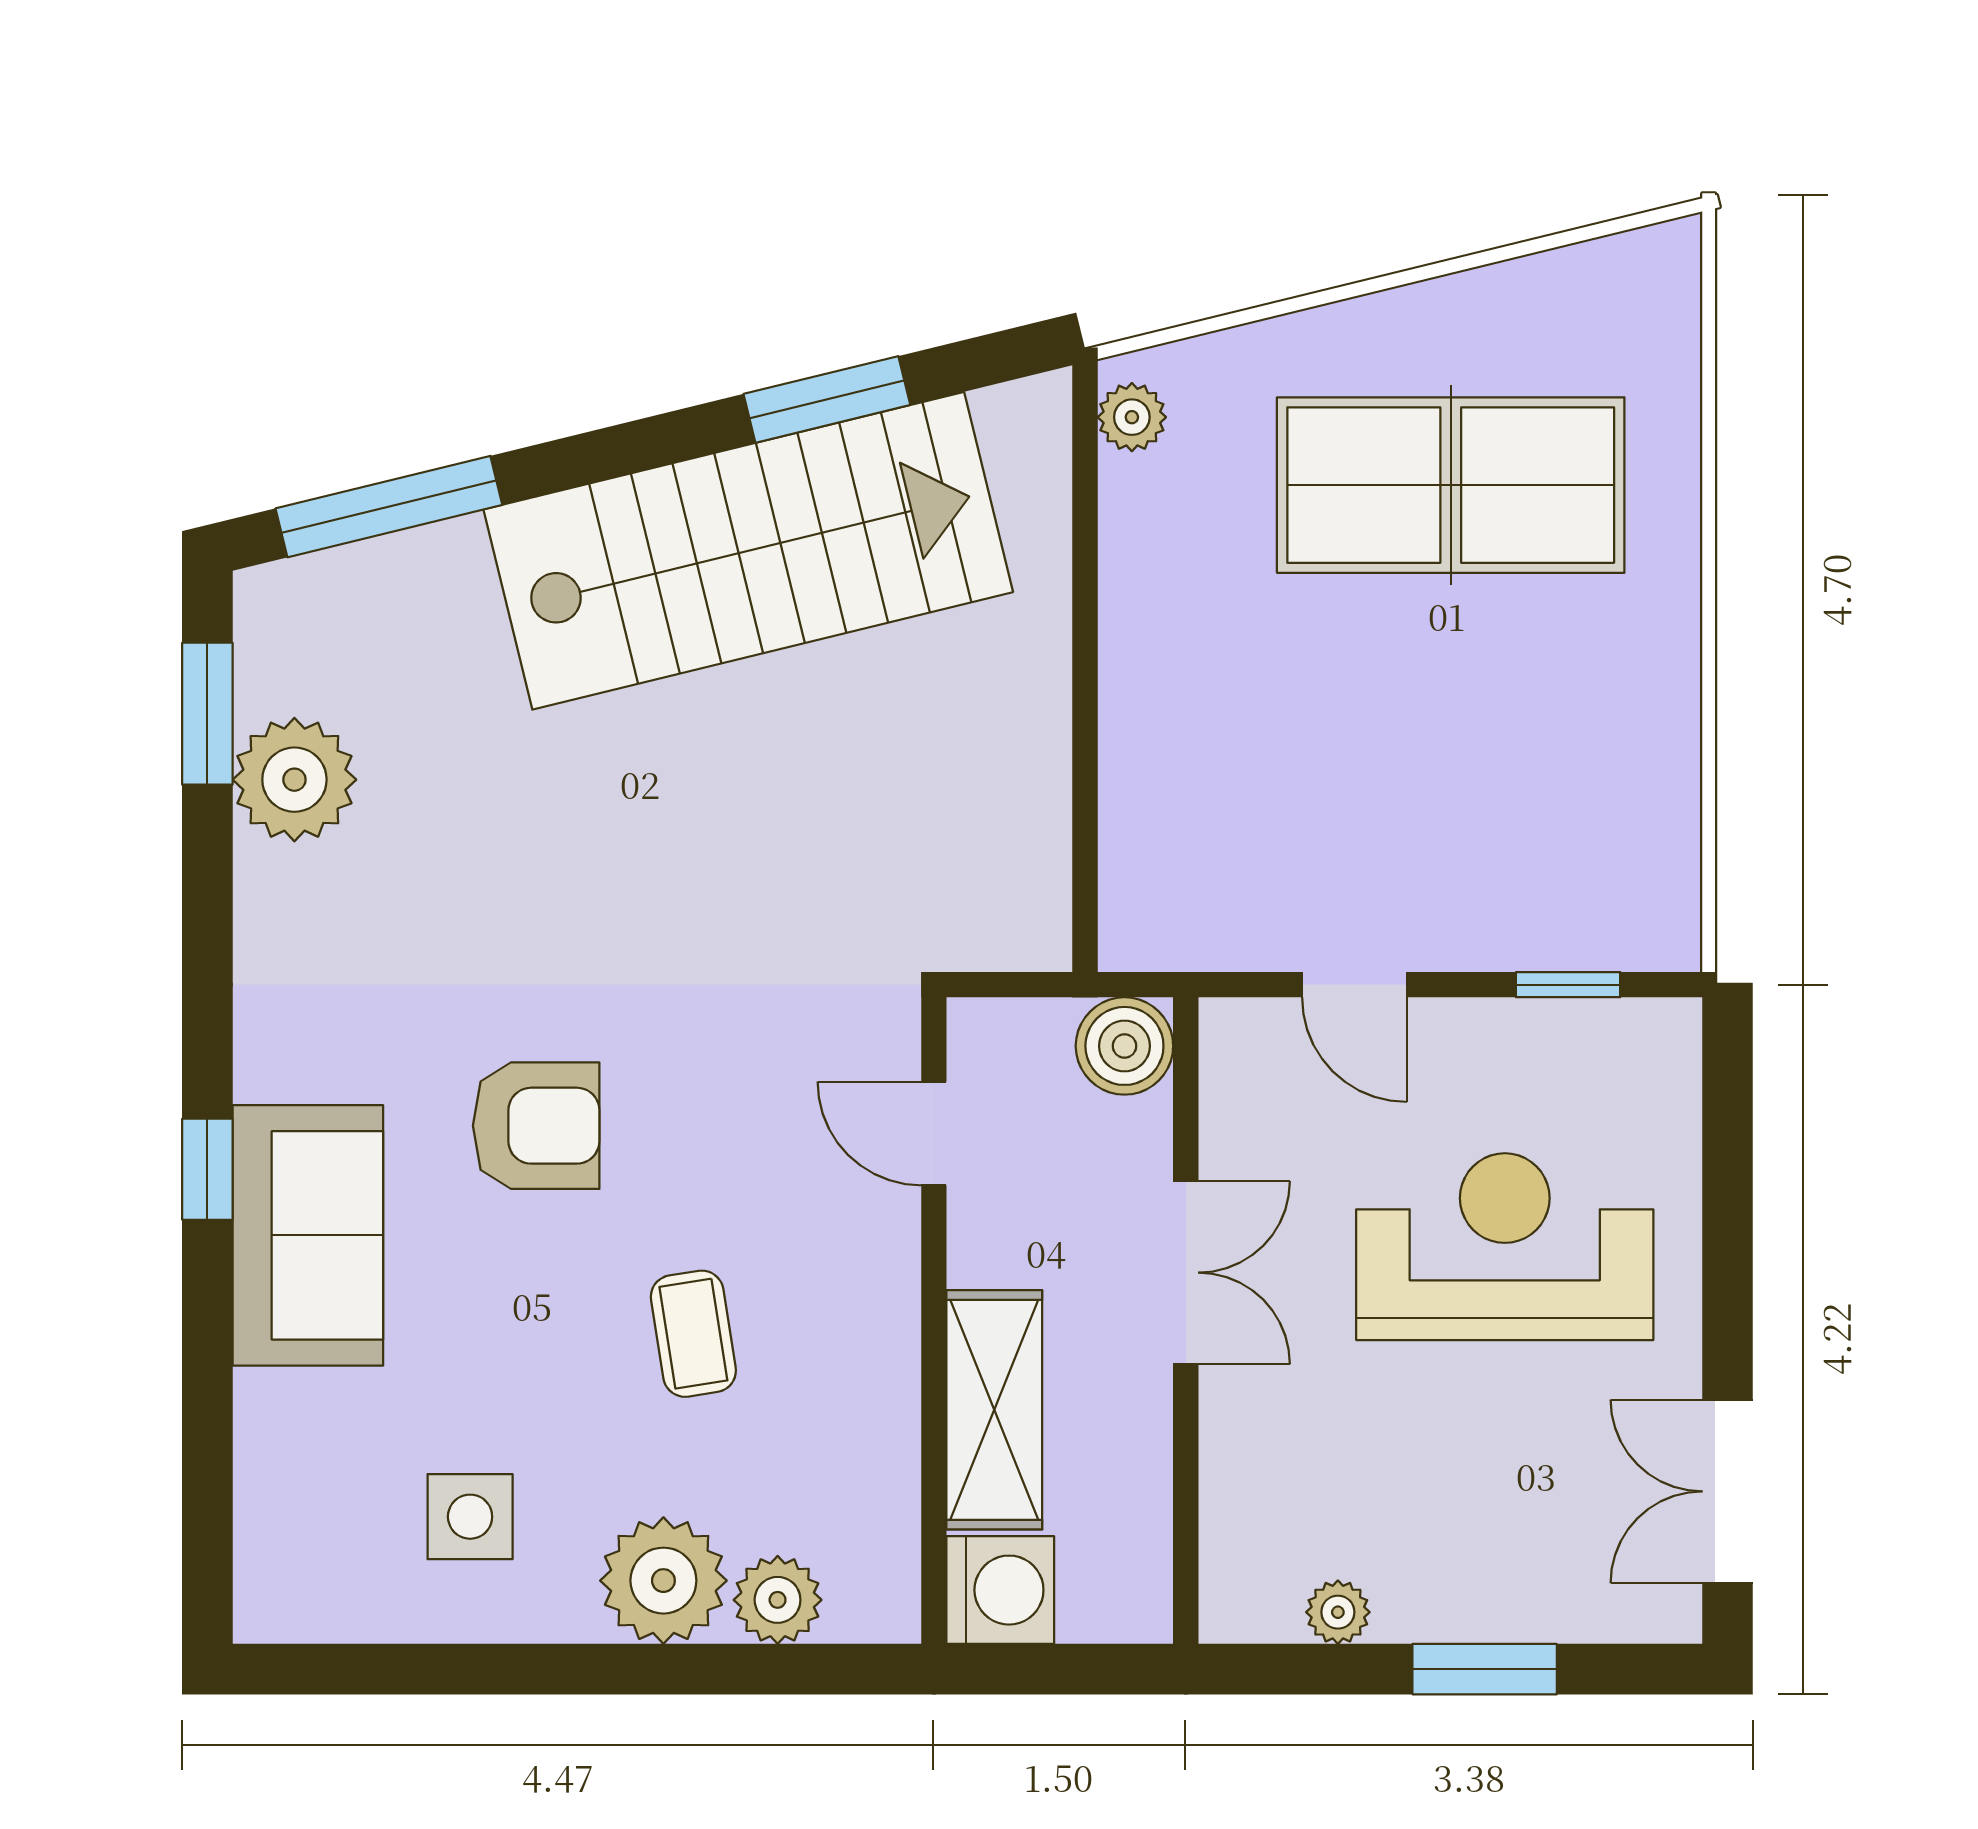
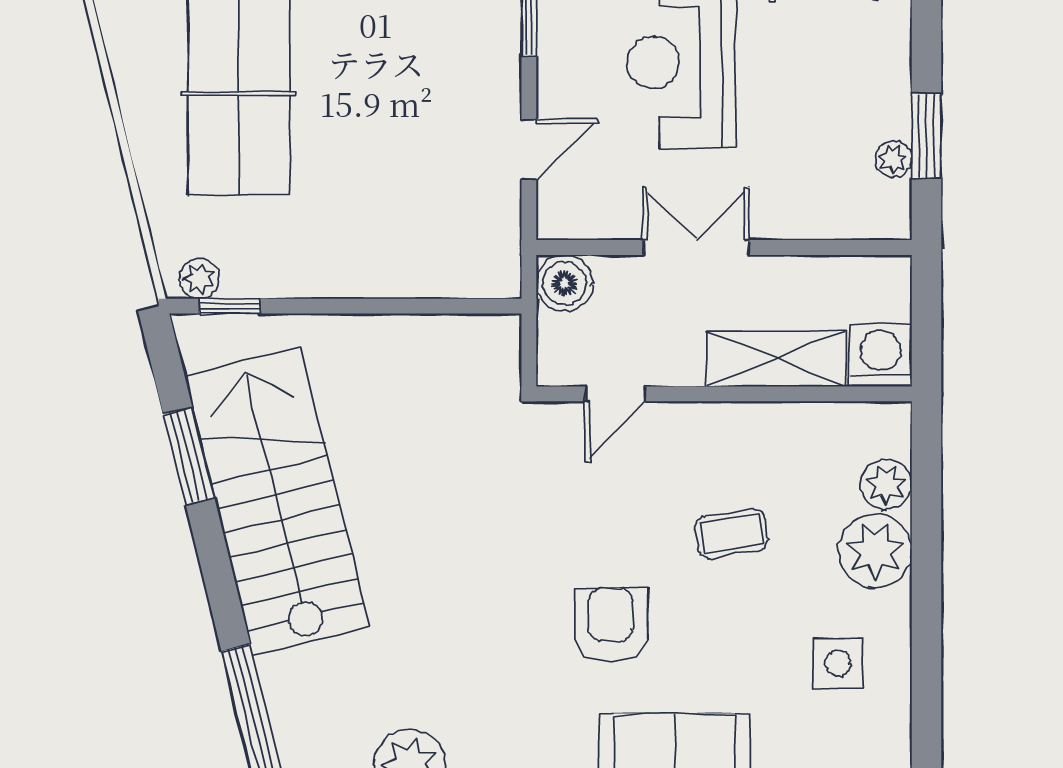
window: (1085, 469) -> (229, 306), added
window: (1485, 1669) -> (926, 136), moved

